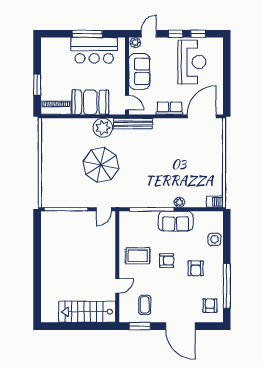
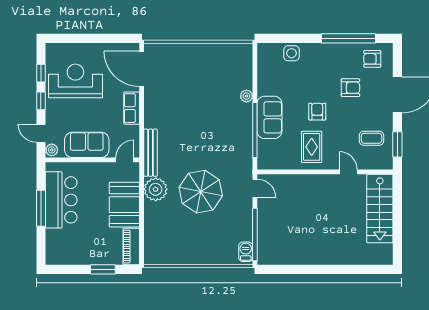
barbecue: (215, 202) -> (246, 252), moved
sofa: (176, 221) -> (269, 117), moved
armchair: (196, 268) -> (350, 88), moved

